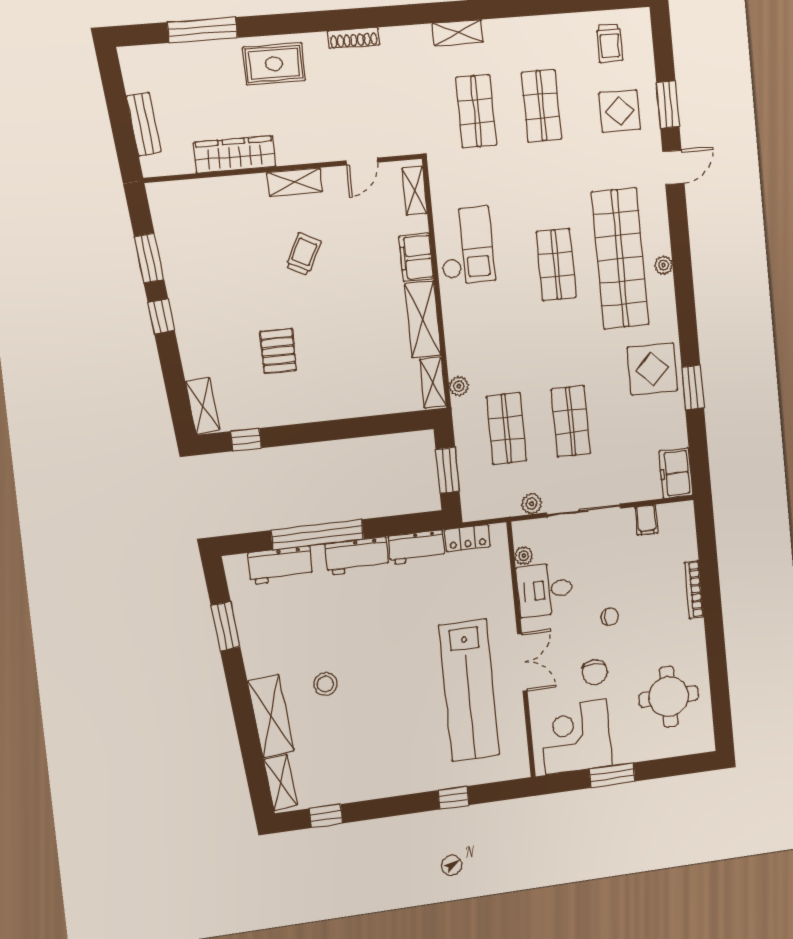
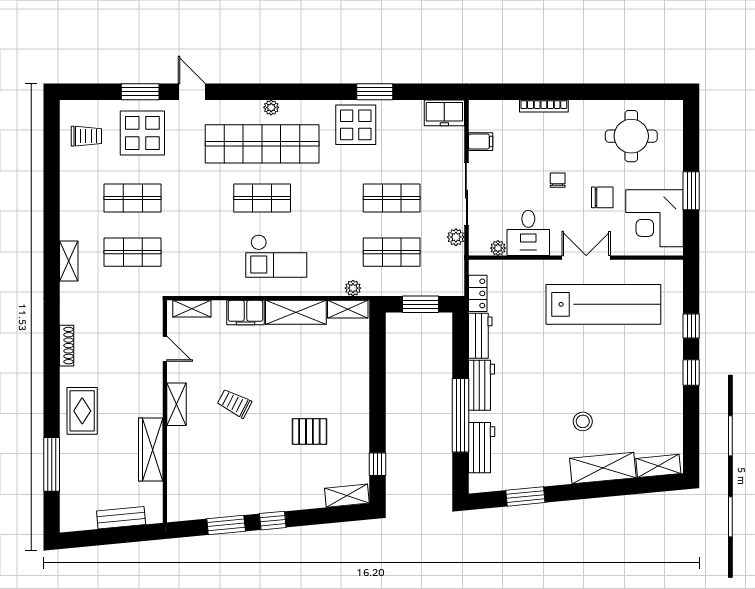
display table: (620, 111) -> (142, 133), width x1.36, depth x1.36
checkout: (466, 245) -> (276, 256), moved, turned 180
window: (326, 816) -> (691, 373), moved

